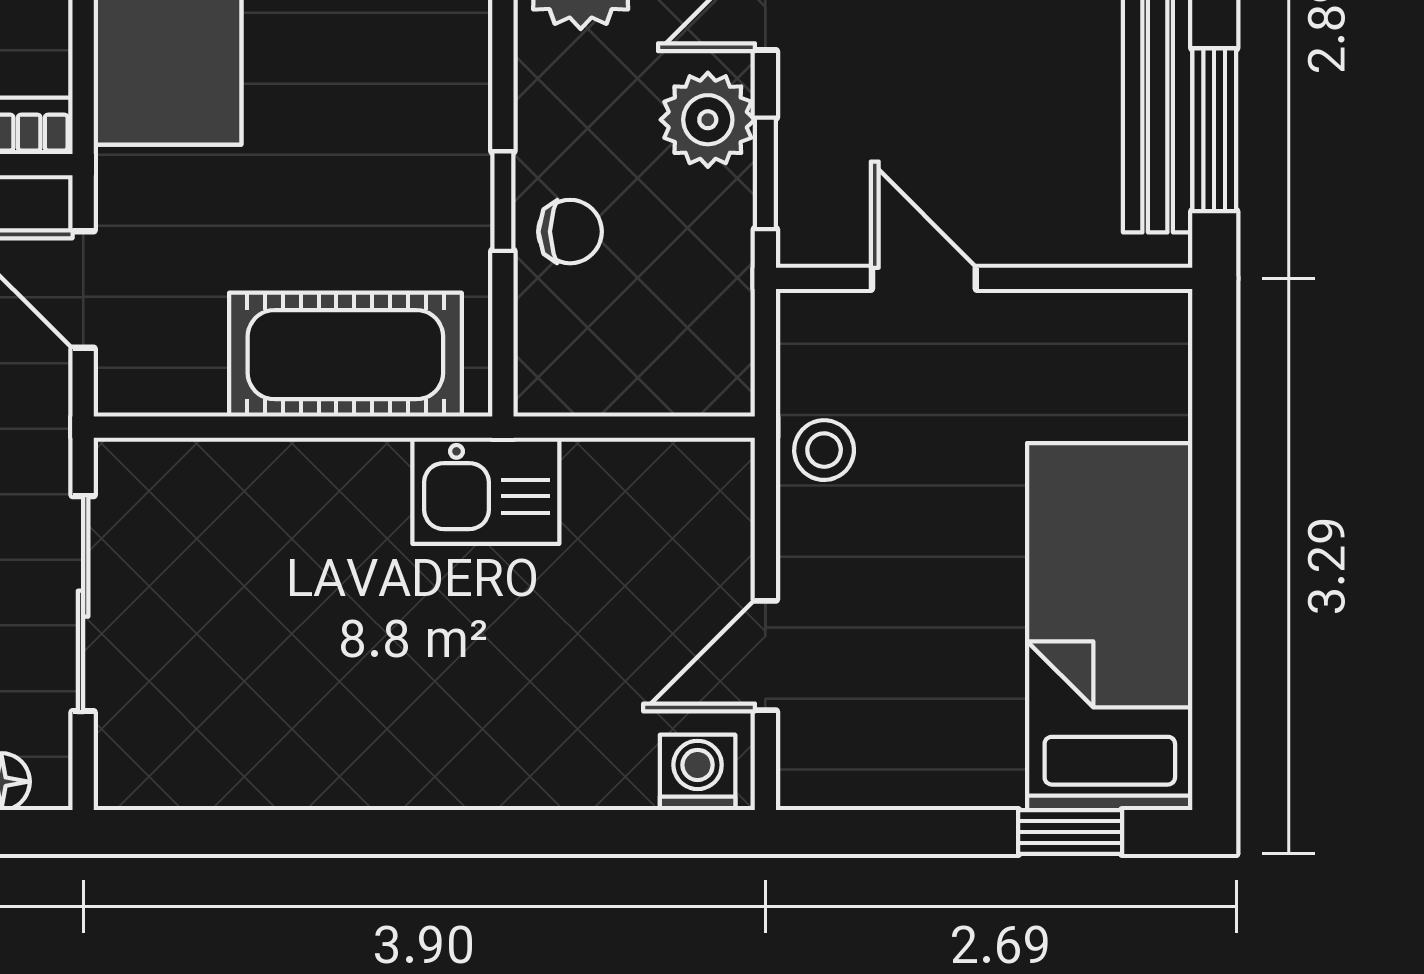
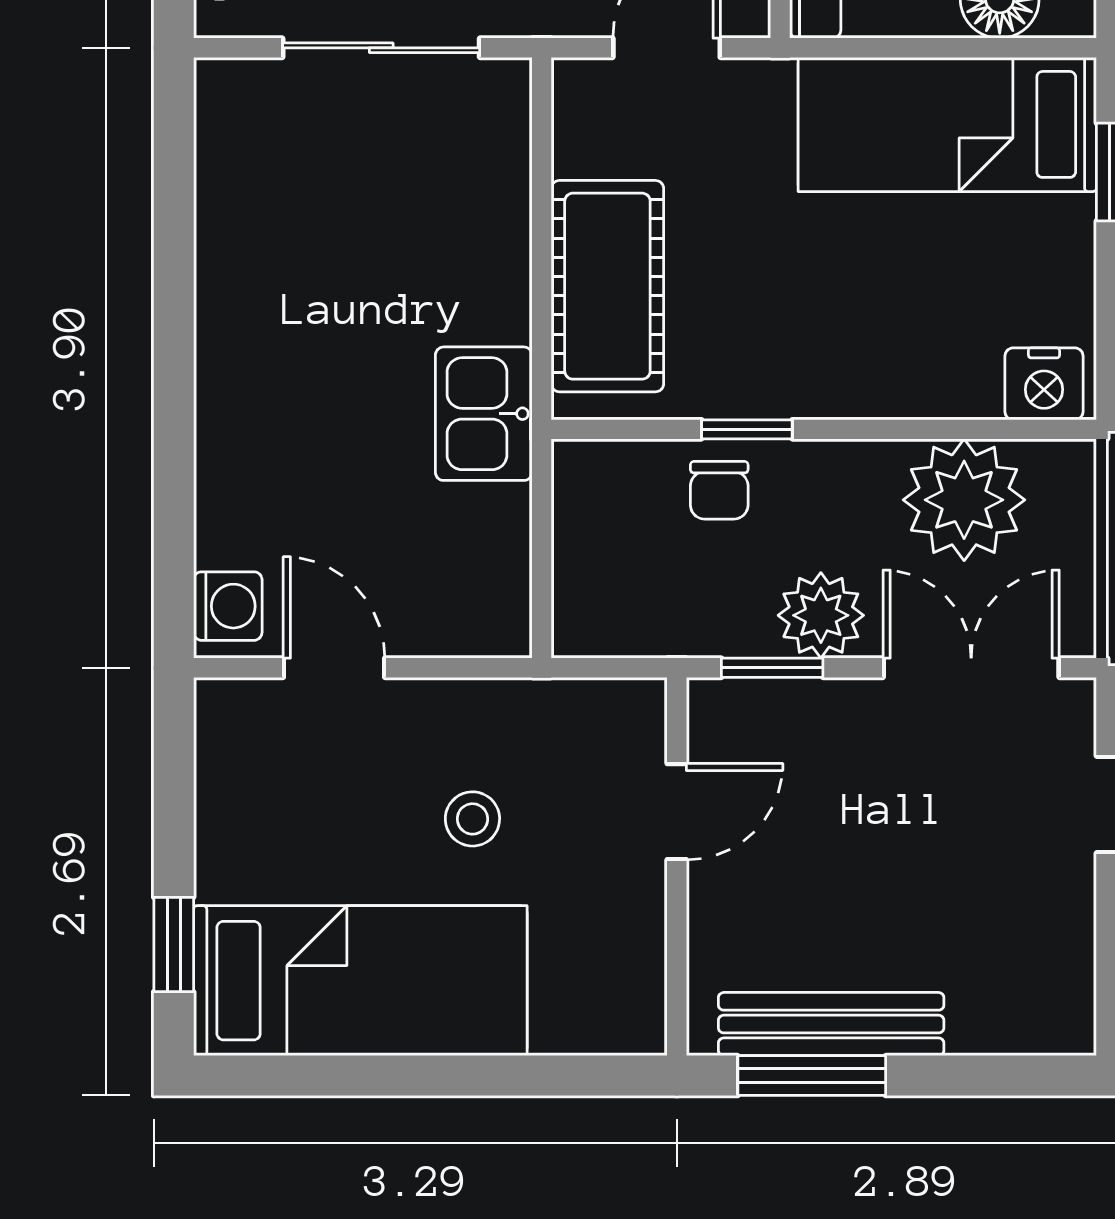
stool: (824, 450) -> (472, 819), moved

